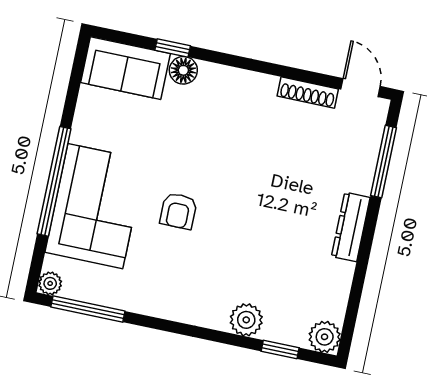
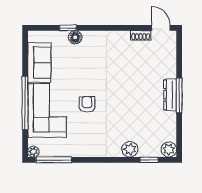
sofa: (126, 68) -> (39, 63), moved, turned -90
shoe rack: (308, 92) -> (141, 35), width x0.70
window: (384, 162) -> (179, 95), moved
armchair: (178, 211) -> (87, 104), turned 180

